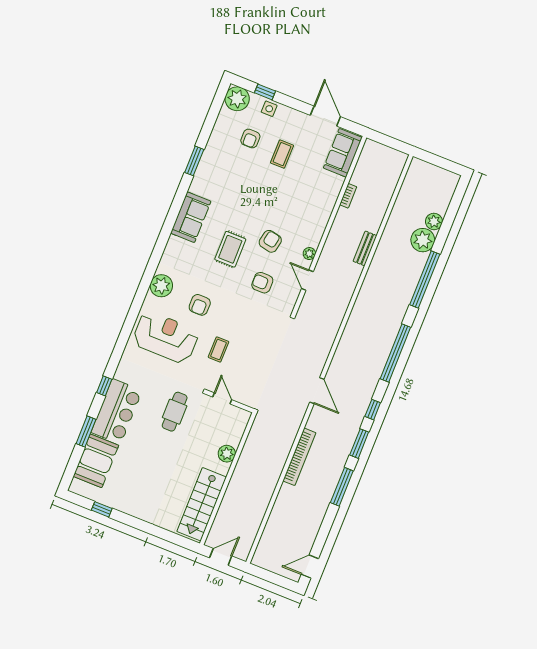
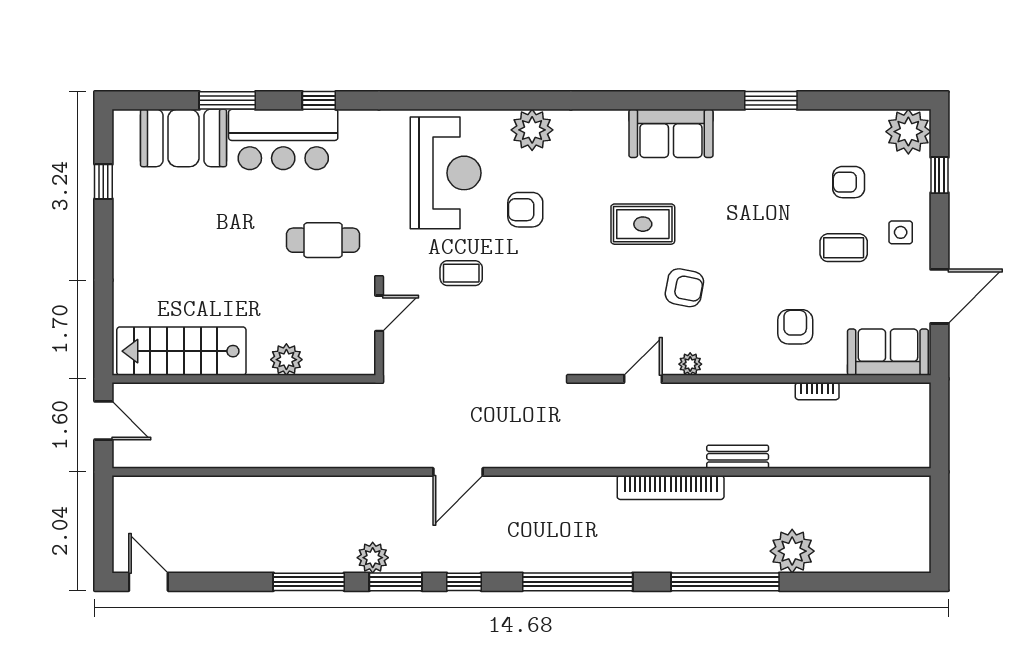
side table: (269, 109) -> (901, 232), moved
plant: (434, 222) -> (373, 558), moved
armchair: (262, 283) -> (795, 327), moved
bookcase: (299, 457) -> (671, 488), moved

